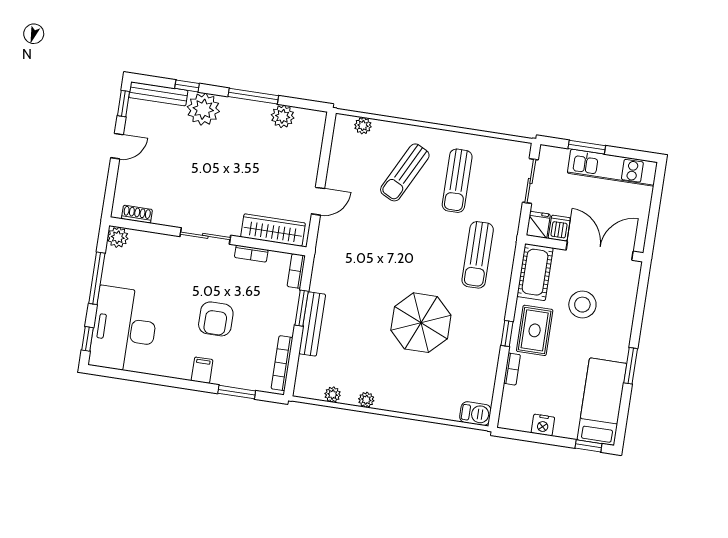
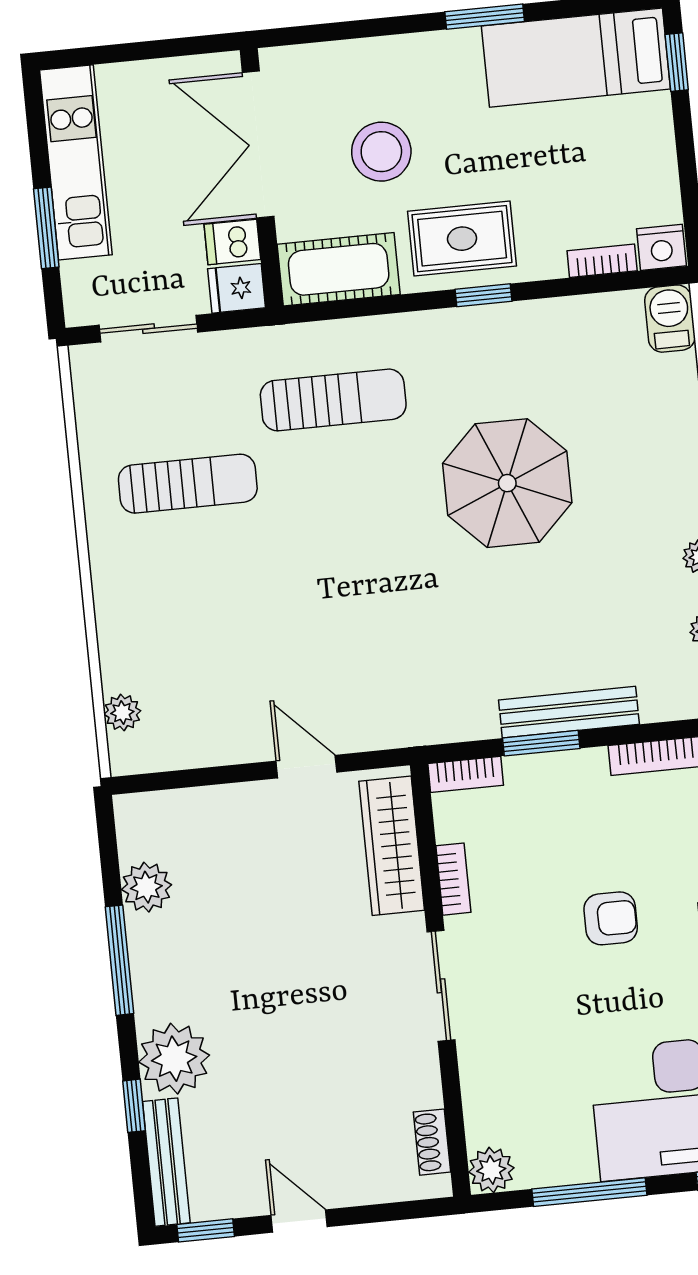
sun lounger: (405, 172) -> (199, 599), removed
armchair: (216, 319) -> (611, 918), width x0.72, depth x0.72
bookcase: (512, 369) -> (602, 261), moved
nightstand: (543, 425) -> (661, 247), moved, turned 90

